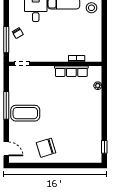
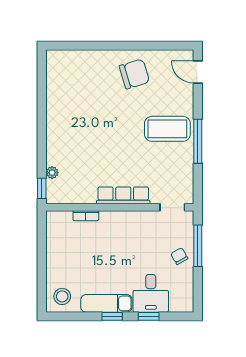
row of seats: (71, 71) -> (123, 195), moved
window: (104, 147) -> (42, 188), moved

